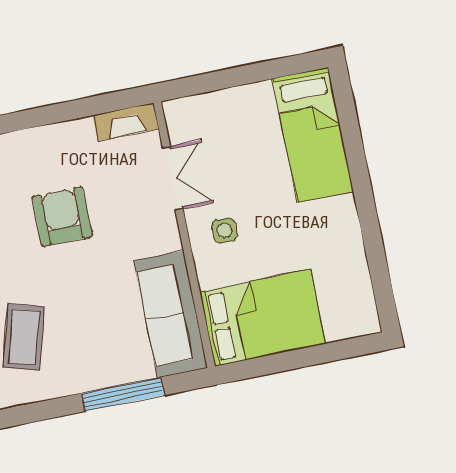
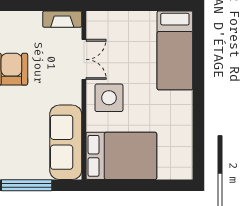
side table: (224, 231) -> (109, 98), width x1.87, depth x1.87

